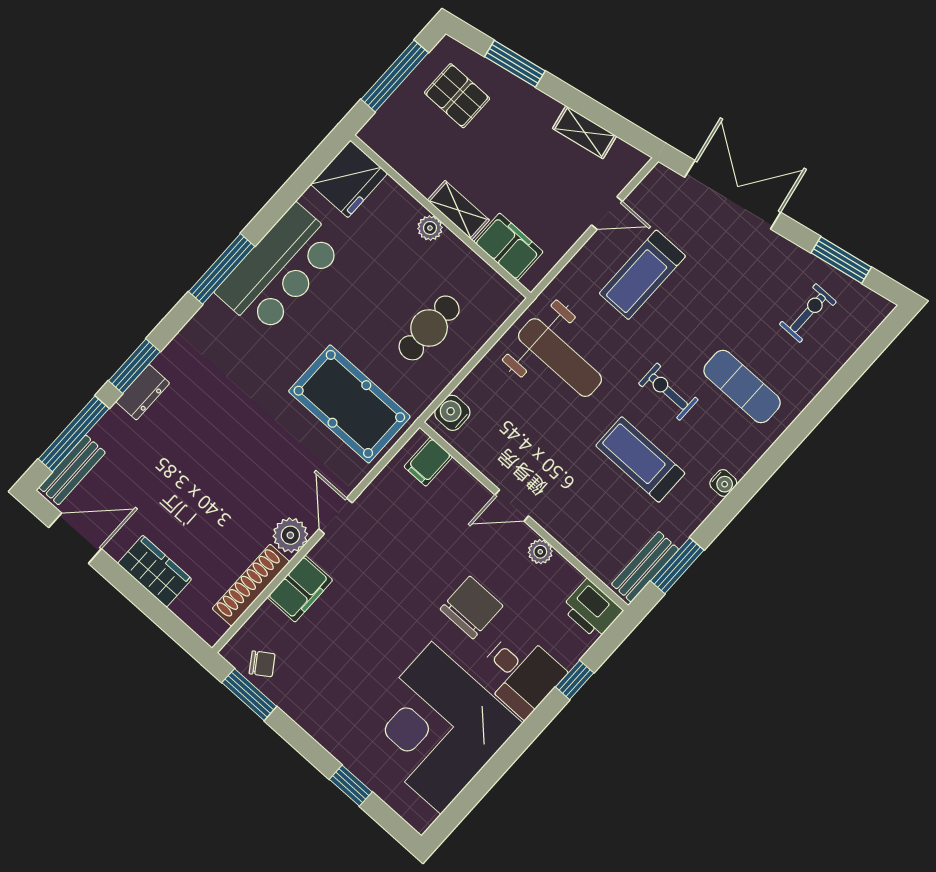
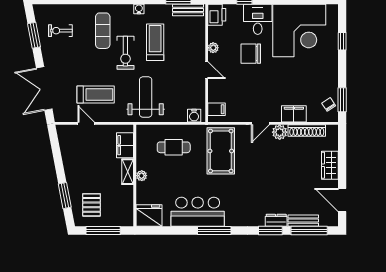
shelving: (585, 132) -> (67, 154), removed
exercise bike: (668, 392) -> (125, 53), width x1.38, depth x1.39
treadmill: (640, 459) -> (155, 42), turned 180
bench: (72, 470) -> (303, 221), moved

